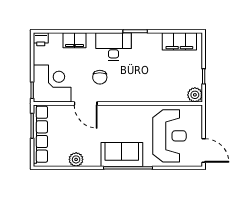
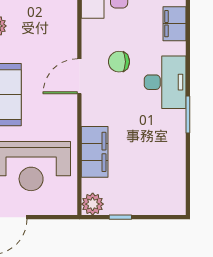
filing cabinet: (179, 41) -> (95, 152), moved, turned 180
door: (86, 104) -> (79, 76), moved

